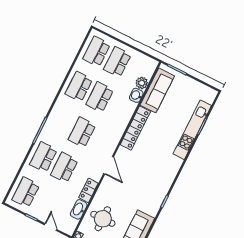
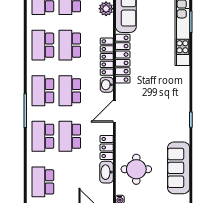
washbasin: (136, 95) -> (107, 85), moved
locker: (124, 120) -> (107, 57), added
school desk: (61, 122) -> (43, 91), added
door: (109, 165) -> (114, 111), swing flipped

